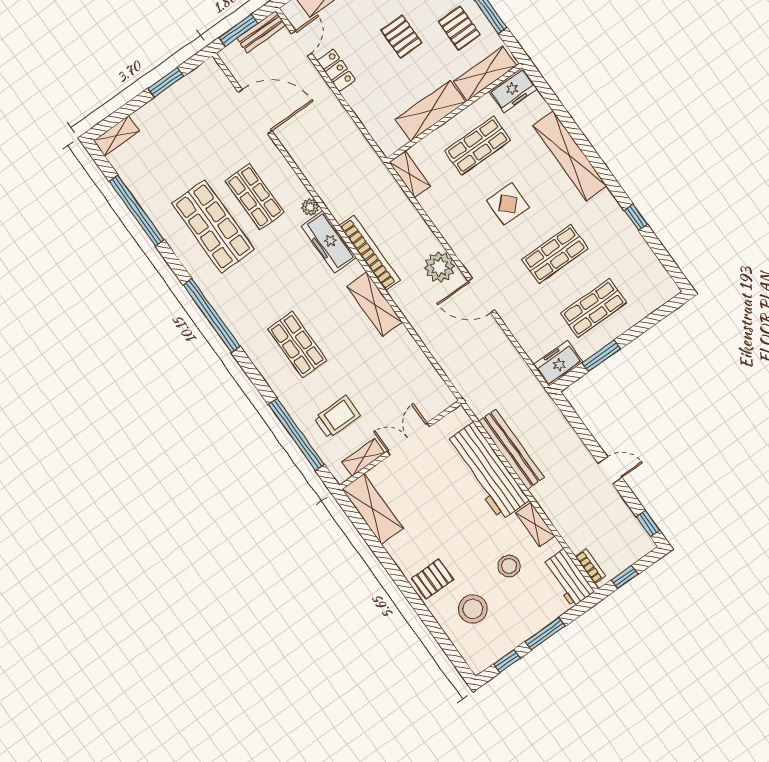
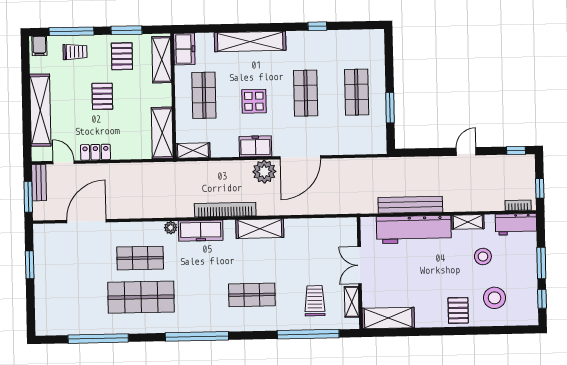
pallet: (459, 28) -> (122, 56), turned 90
pallet: (401, 36) -> (102, 96), turned 90
shelving: (430, 111) -> (162, 133), moved
shelving: (116, 136) -> (42, 319), removed
door: (481, 295) -> (300, 157), width x1.36
freezer: (558, 363) -> (255, 146), moved, turned 90

